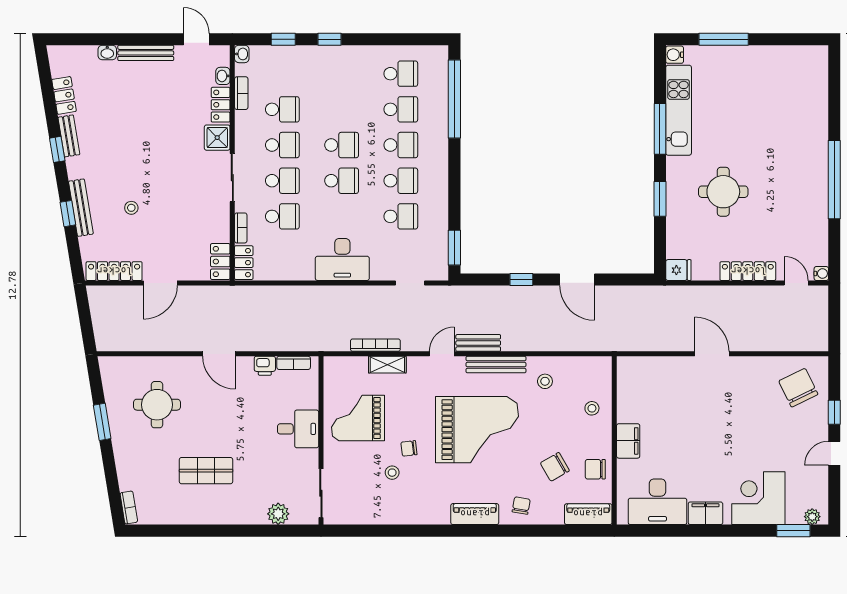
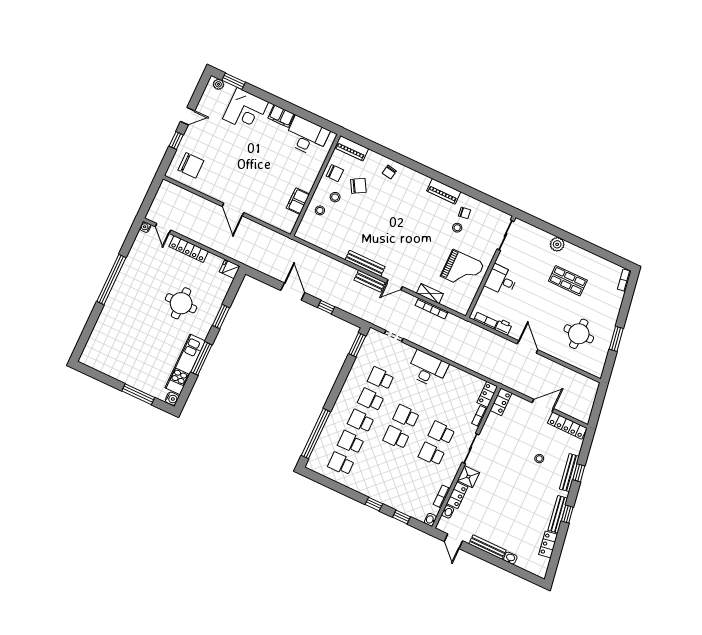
school desk: (282, 109) -> (422, 475), removed
bench: (69, 136) -> (558, 514), width x1.36
school desk: (282, 216) -> (451, 411), removed
stool: (545, 381) -> (335, 197), moved
chair: (798, 388) -> (191, 165), turned -64
grand piano: (477, 430) -> (395, 230), removed
filing cabinet: (628, 441) -> (298, 201), moved
chair: (409, 448) -> (465, 213), moved
plant: (278, 514) -> (557, 244), moved
piano: (475, 514) -> (444, 191), moved

